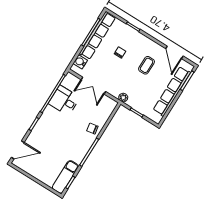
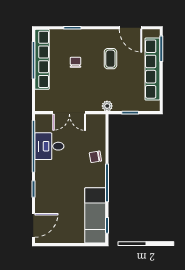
water cooler: (80, 62) -> (41, 97), removed
exam couch: (65, 177) -> (95, 215), width x1.36, depth x1.45

